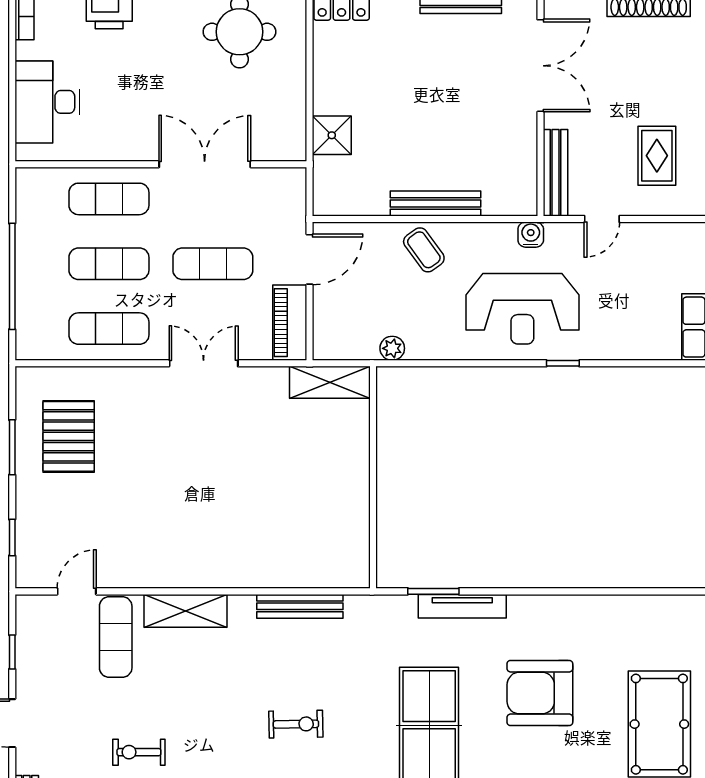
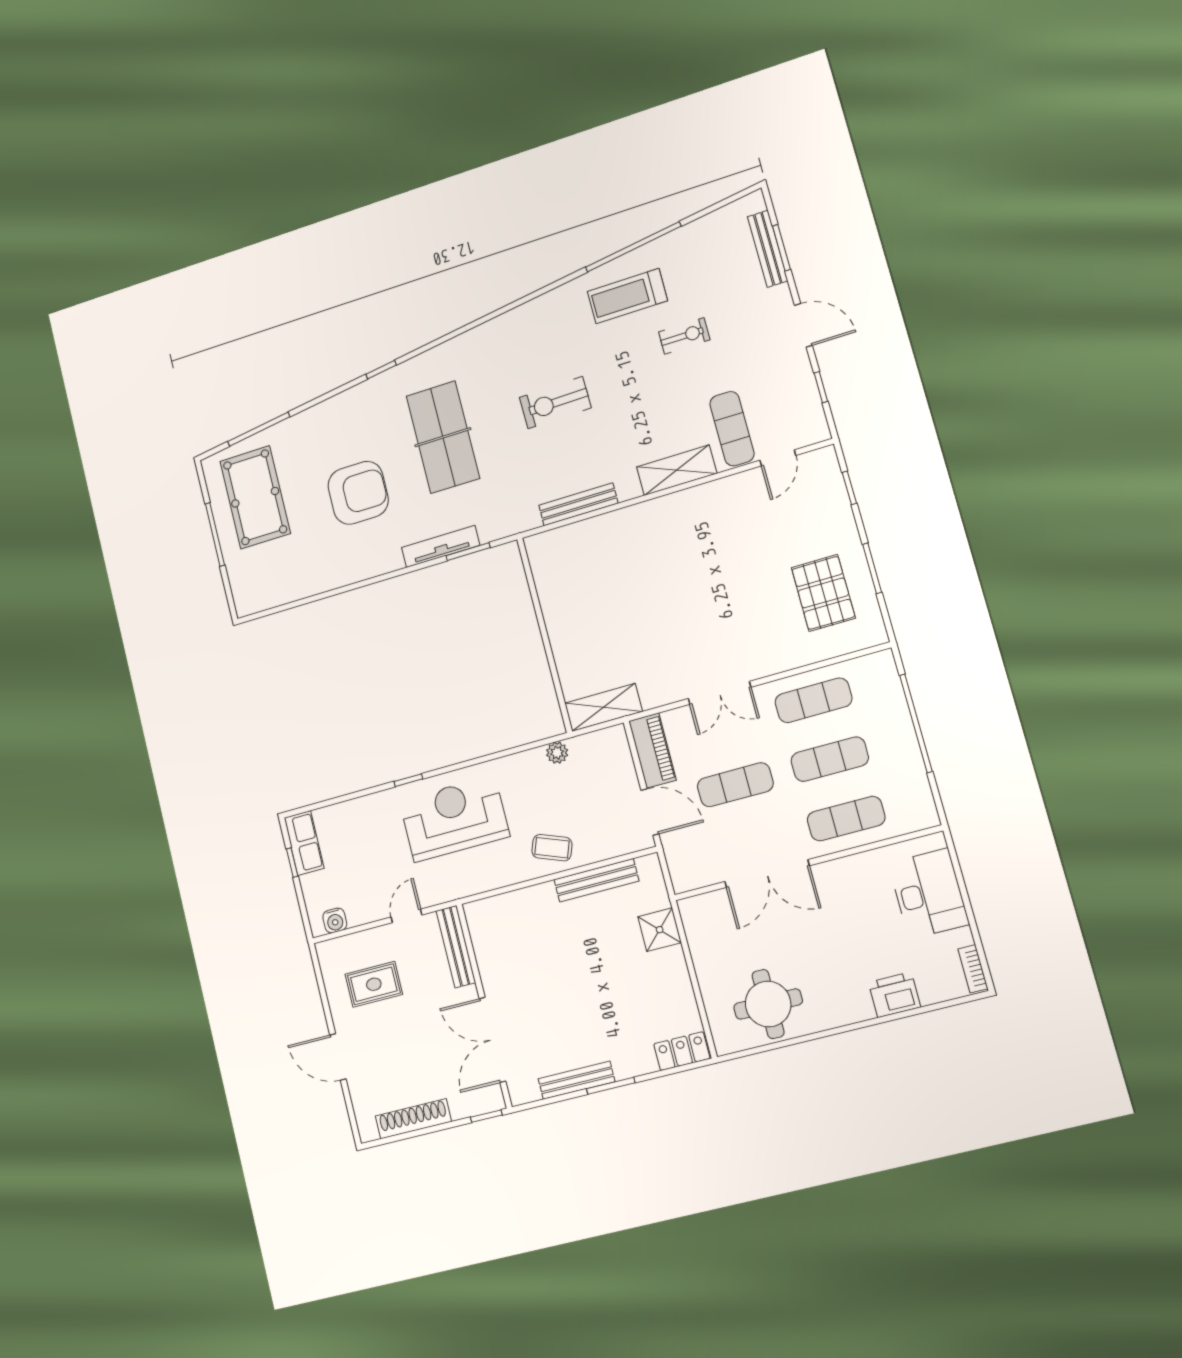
rug: (657, 156) -> (374, 984), turned 90
bench: (436, 203) -> (596, 880), moved
water cooler: (531, 235) -> (335, 920), moved
coffee table: (424, 250) -> (552, 848), turned -33
door: (310, 259) -> (650, 812), swing flipped
exercise bike: (296, 724) -> (555, 403), width x1.38, depth x1.39

